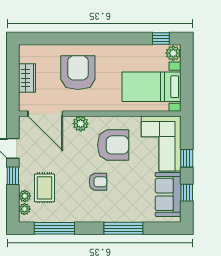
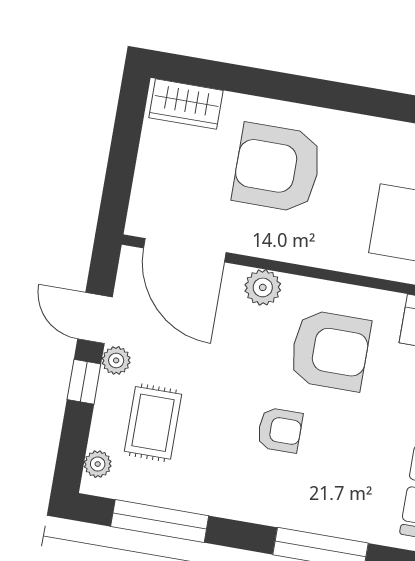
armchair: (78, 73) -> (277, 168), turned -90
wardrobe: (27, 78) -> (186, 104), moved, turned 90
plant: (25, 196) -> (116, 360), moved

